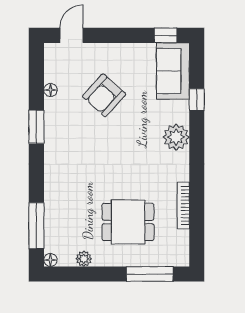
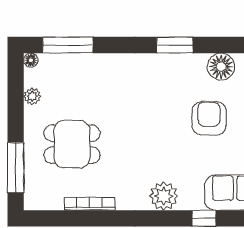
floor lamp: (50, 90) -> (221, 67), width x1.89, depth x1.89
armchair: (104, 95) -> (209, 118), turned 48
dining table: (128, 222) -> (72, 144), turned 90

